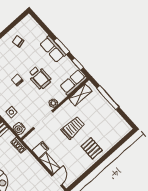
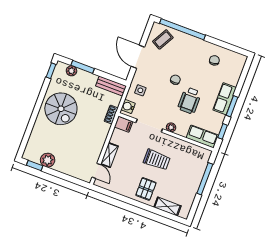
shelving: (80, 95) -> (167, 207), moved
filing cabinet: (40, 150) -> (124, 124), moved
door: (57, 180) -> (96, 171), hinge flipped

